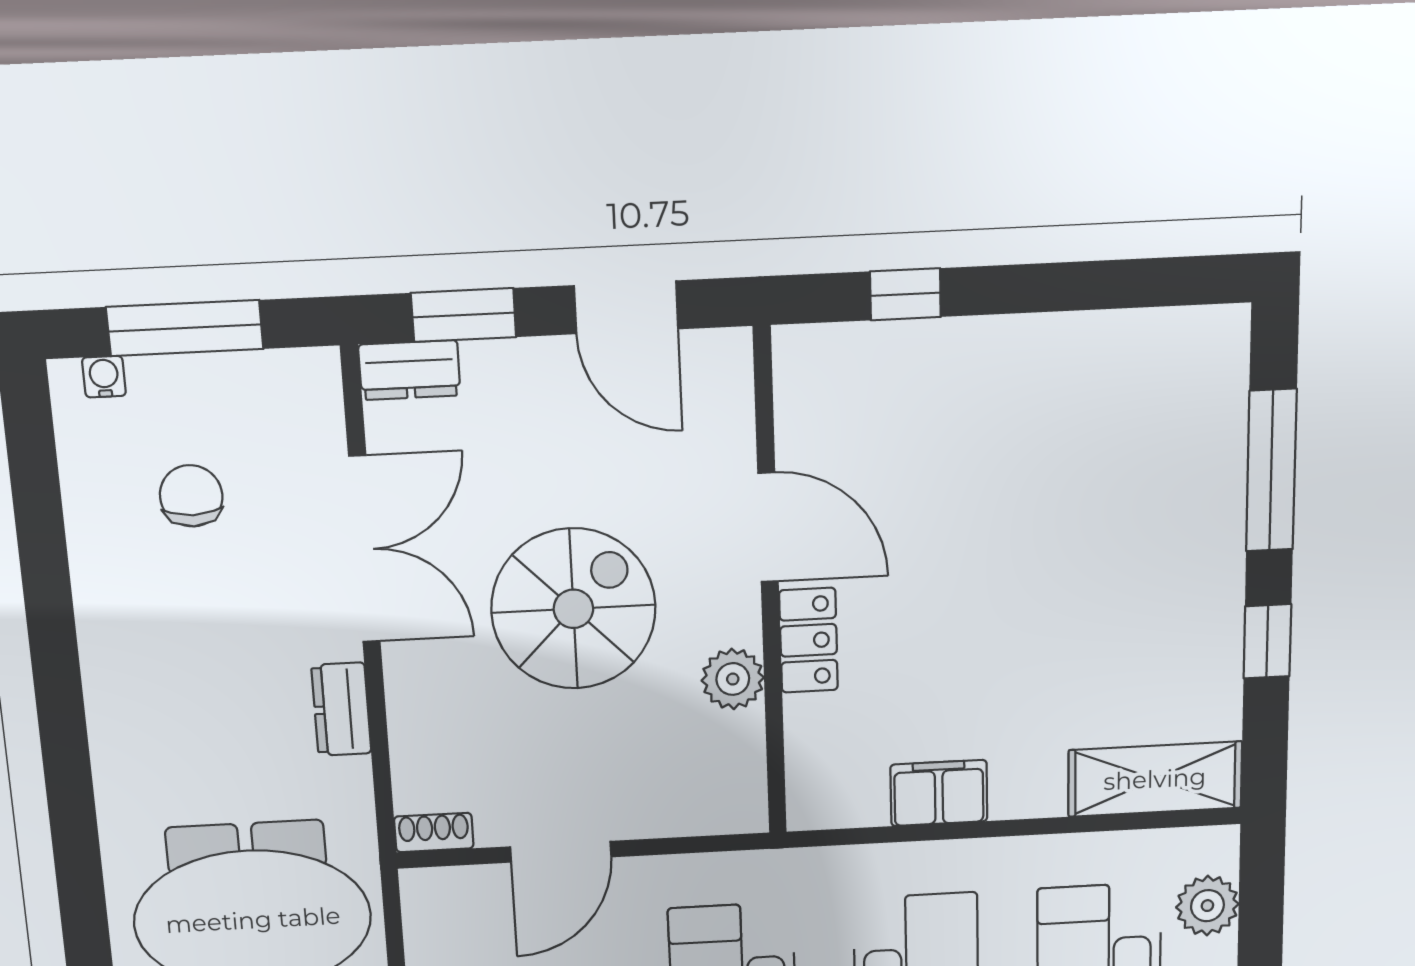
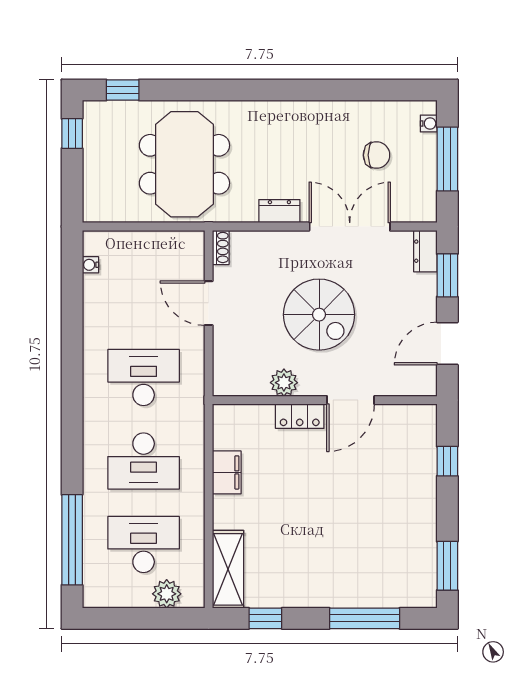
window: (1152, 283) -> (447, 566), added
double door: (364, 549) -> (350, 227), swing flipped
window: (1267, 641) -> (265, 618), moved

